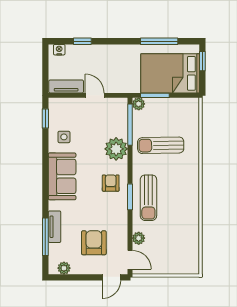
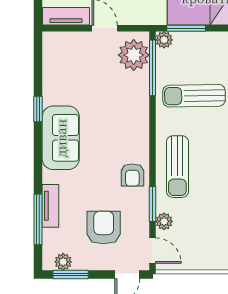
window: (45, 119) -> (38, 109), moved
side table: (64, 137) -> (63, 84), removed
plant: (116, 149) -> (134, 55), moved
armchair: (111, 183) -> (132, 175), moved, turned 180
window: (130, 197) -> (152, 204), moved
window: (69, 277) -> (71, 274), added

